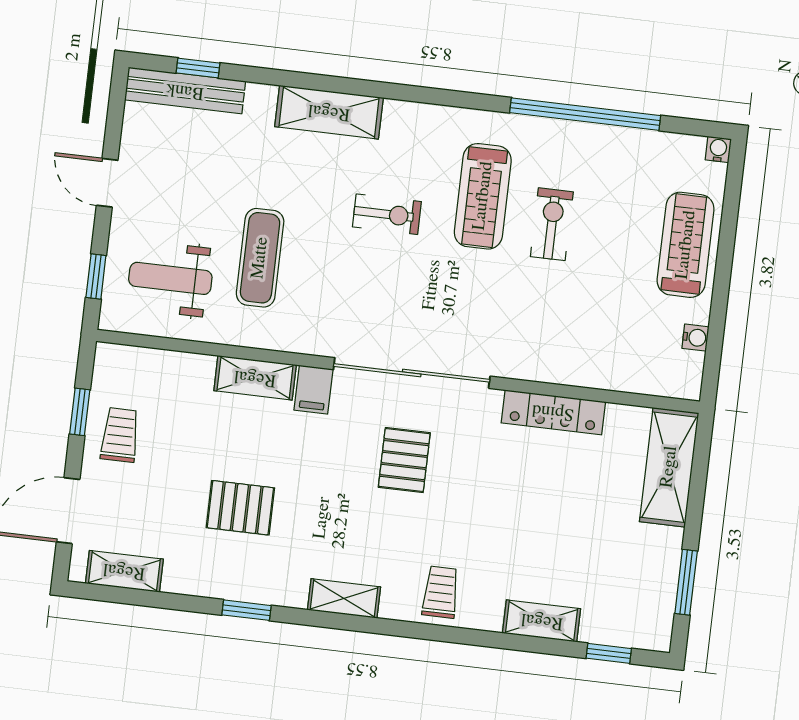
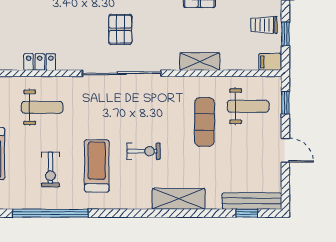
exercise bike: (387, 214) -> (144, 151), turned 180
exercise bike: (552, 224) -> (50, 169), moved
weight bench: (577, 325) -> (42, 107), added
filing cabinet: (314, 390) -> (270, 62), moved, turned -90
locker: (553, 412) -> (40, 62), width x0.66
trolley: (120, 435) -> (264, 25), turned 90

